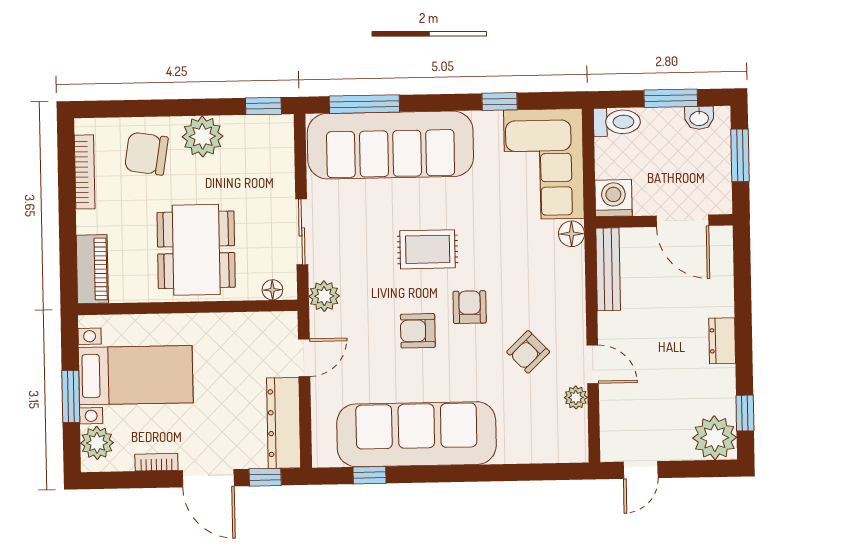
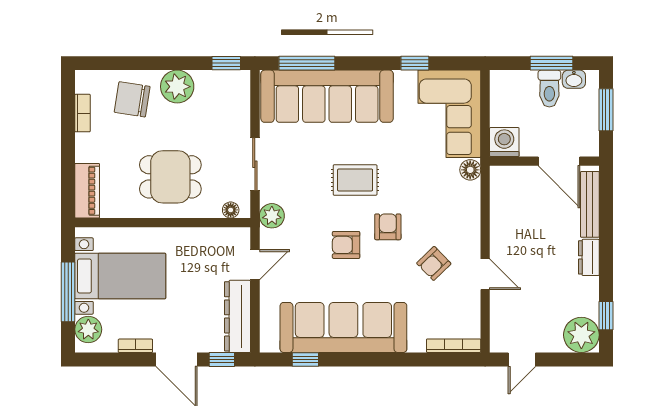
toilet: (617, 122) -> (549, 89), moved, turned 90
bookcase: (85, 172) -> (82, 113), width x0.64
dining table: (196, 250) -> (170, 177), width x0.73
bench: (608, 269) -> (590, 204), moved
window: (71, 396) -> (68, 292), width x1.44
plant: (576, 397) -> (471, 301), removed
bookcase: (555, 454) -> (454, 346), added

